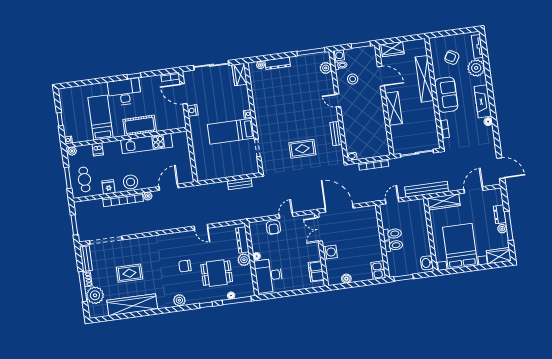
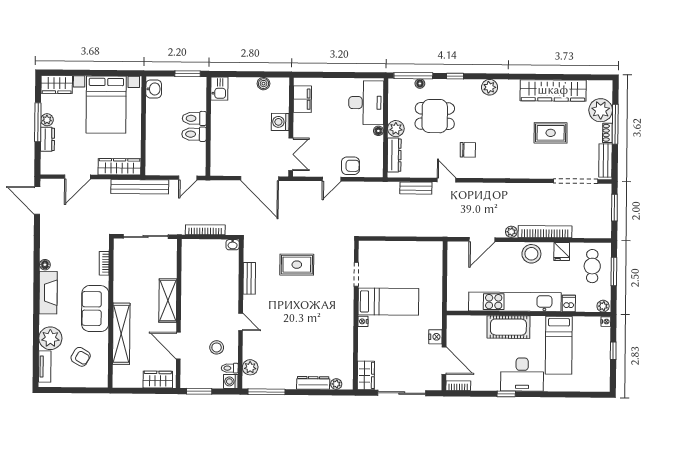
kitchen unit: (147, 144) -> (515, 302), width x1.36
bench: (240, 184) -> (416, 188), moved
armchair: (273, 227) -> (350, 166), turned 90
chair: (185, 266) -> (468, 150), moved

